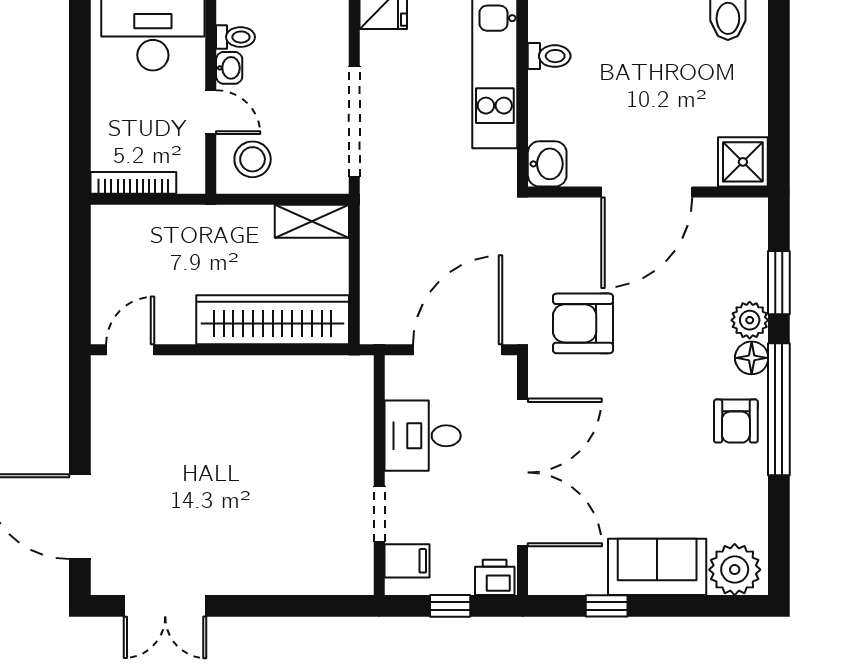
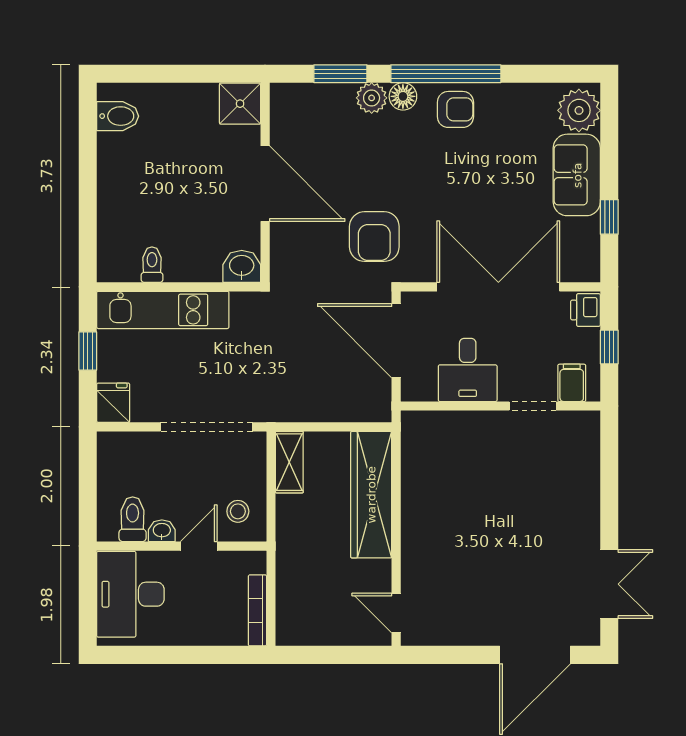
toilet: (236, 37) -> (133, 519), width x1.37, depth x1.39
stool: (253, 159) -> (238, 511), width x0.73, depth x0.73

